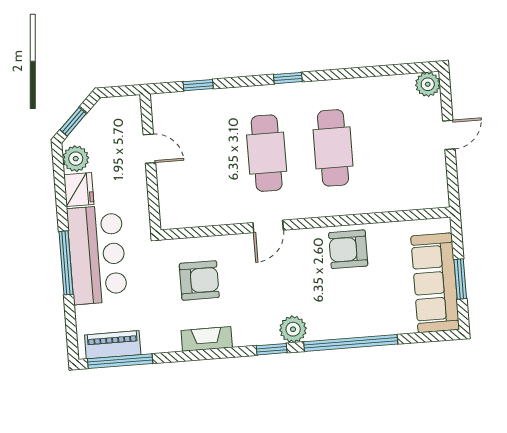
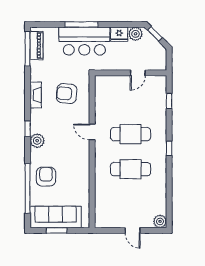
armchair: (348, 249) -> (46, 177), moved
armchair: (199, 280) -> (67, 94), turned 95
window: (351, 343) -> (28, 188), moved

